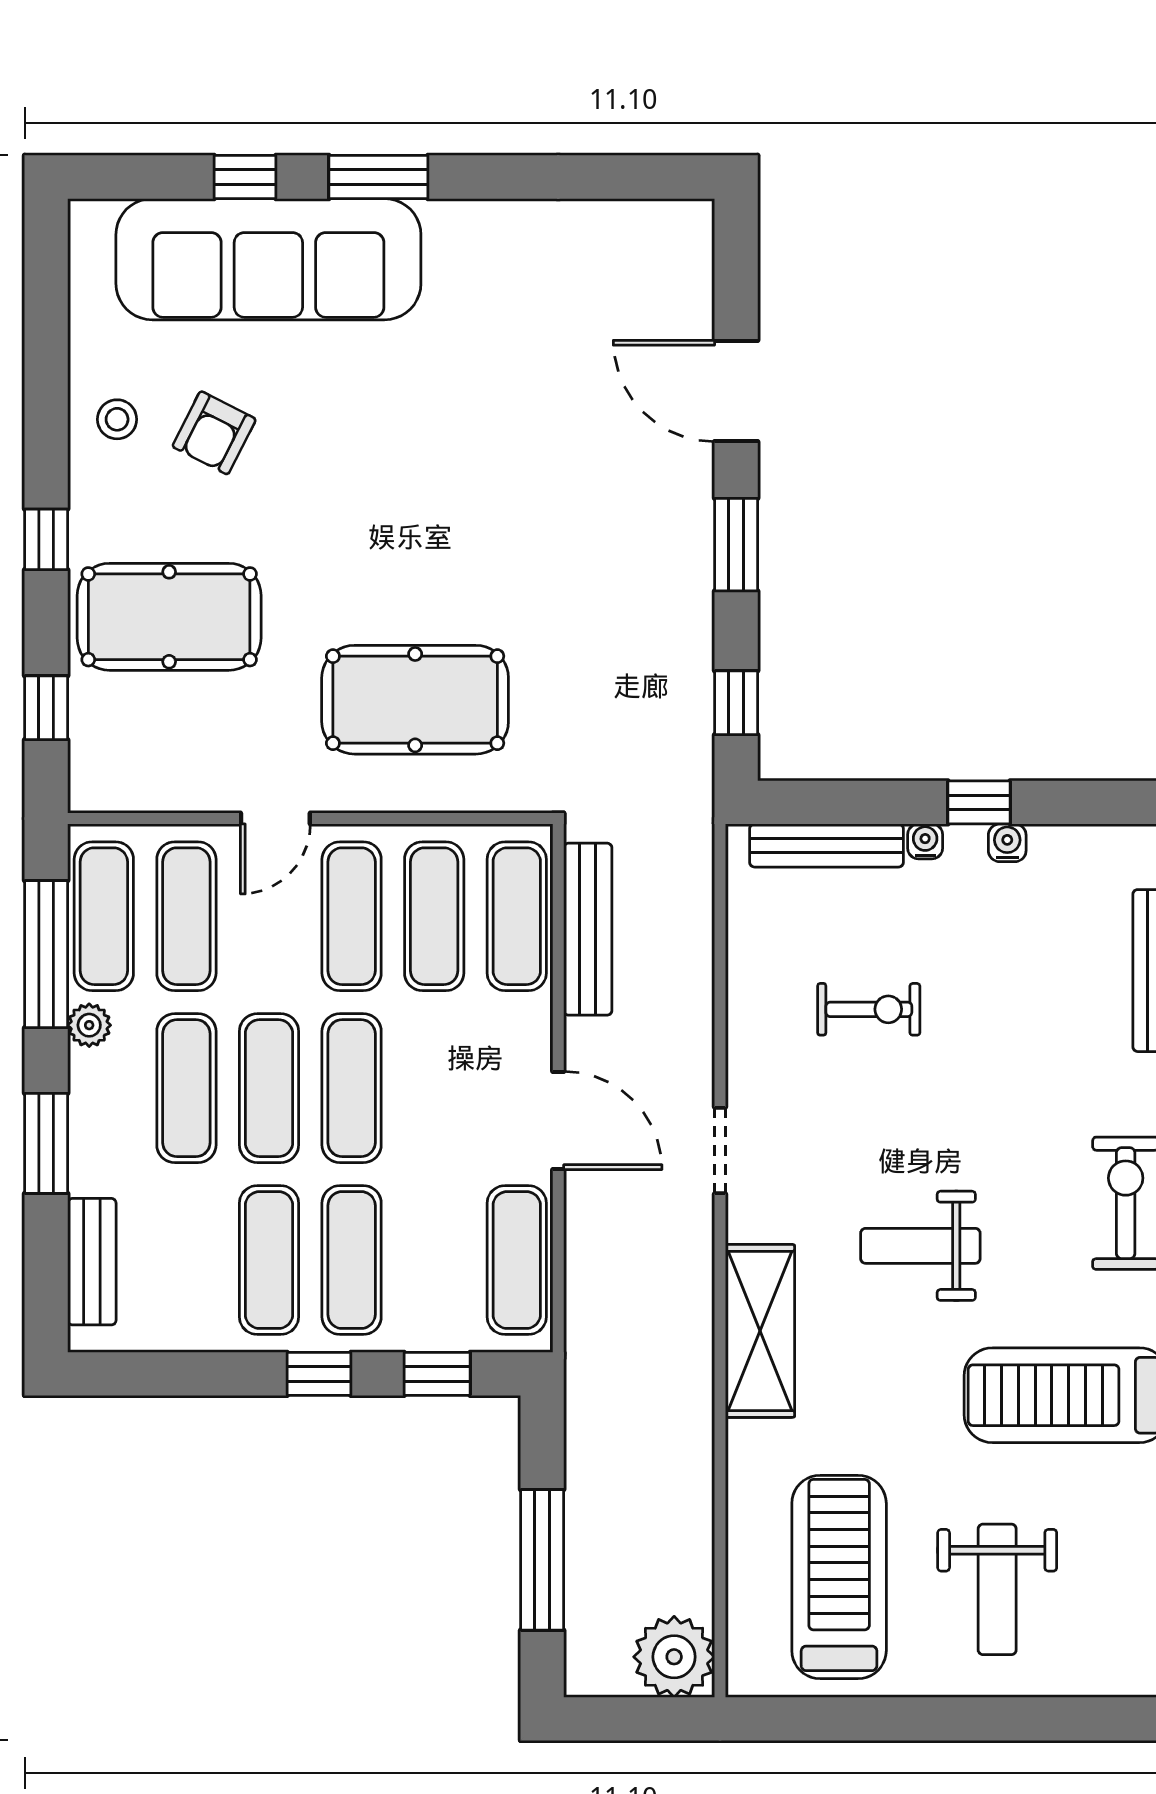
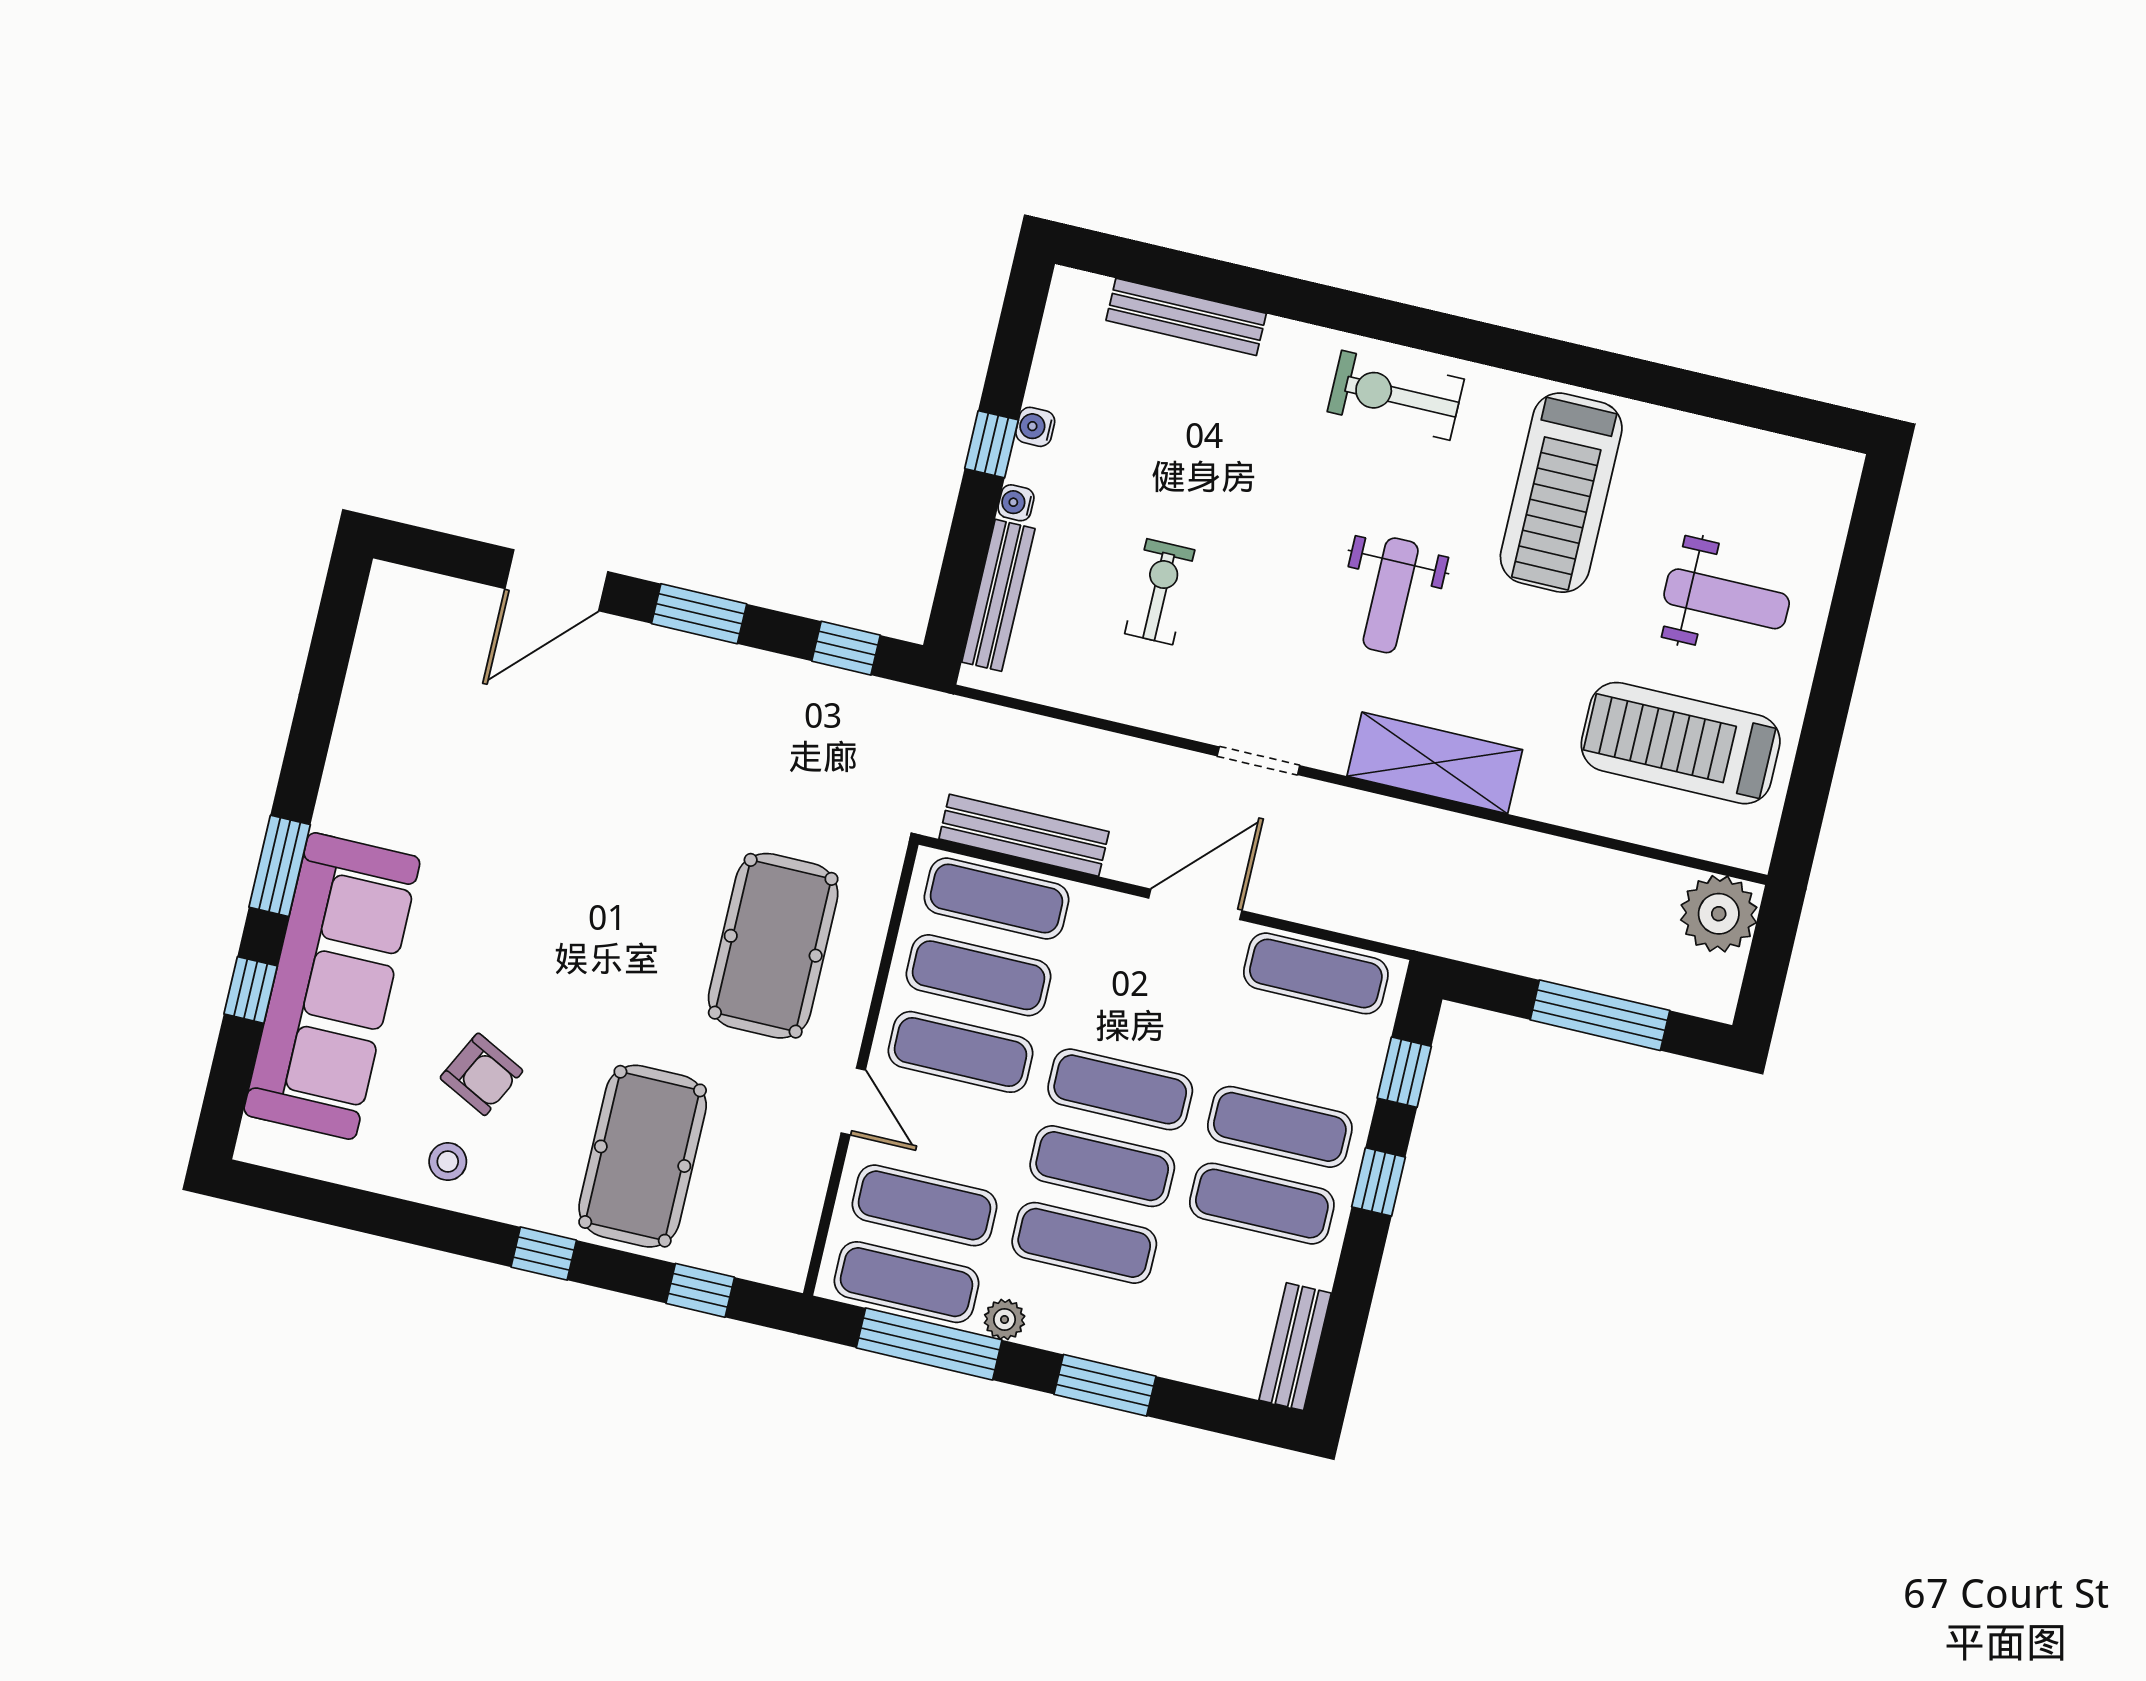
bench: (92, 1262) -> (1295, 1347), moved, turned 90

